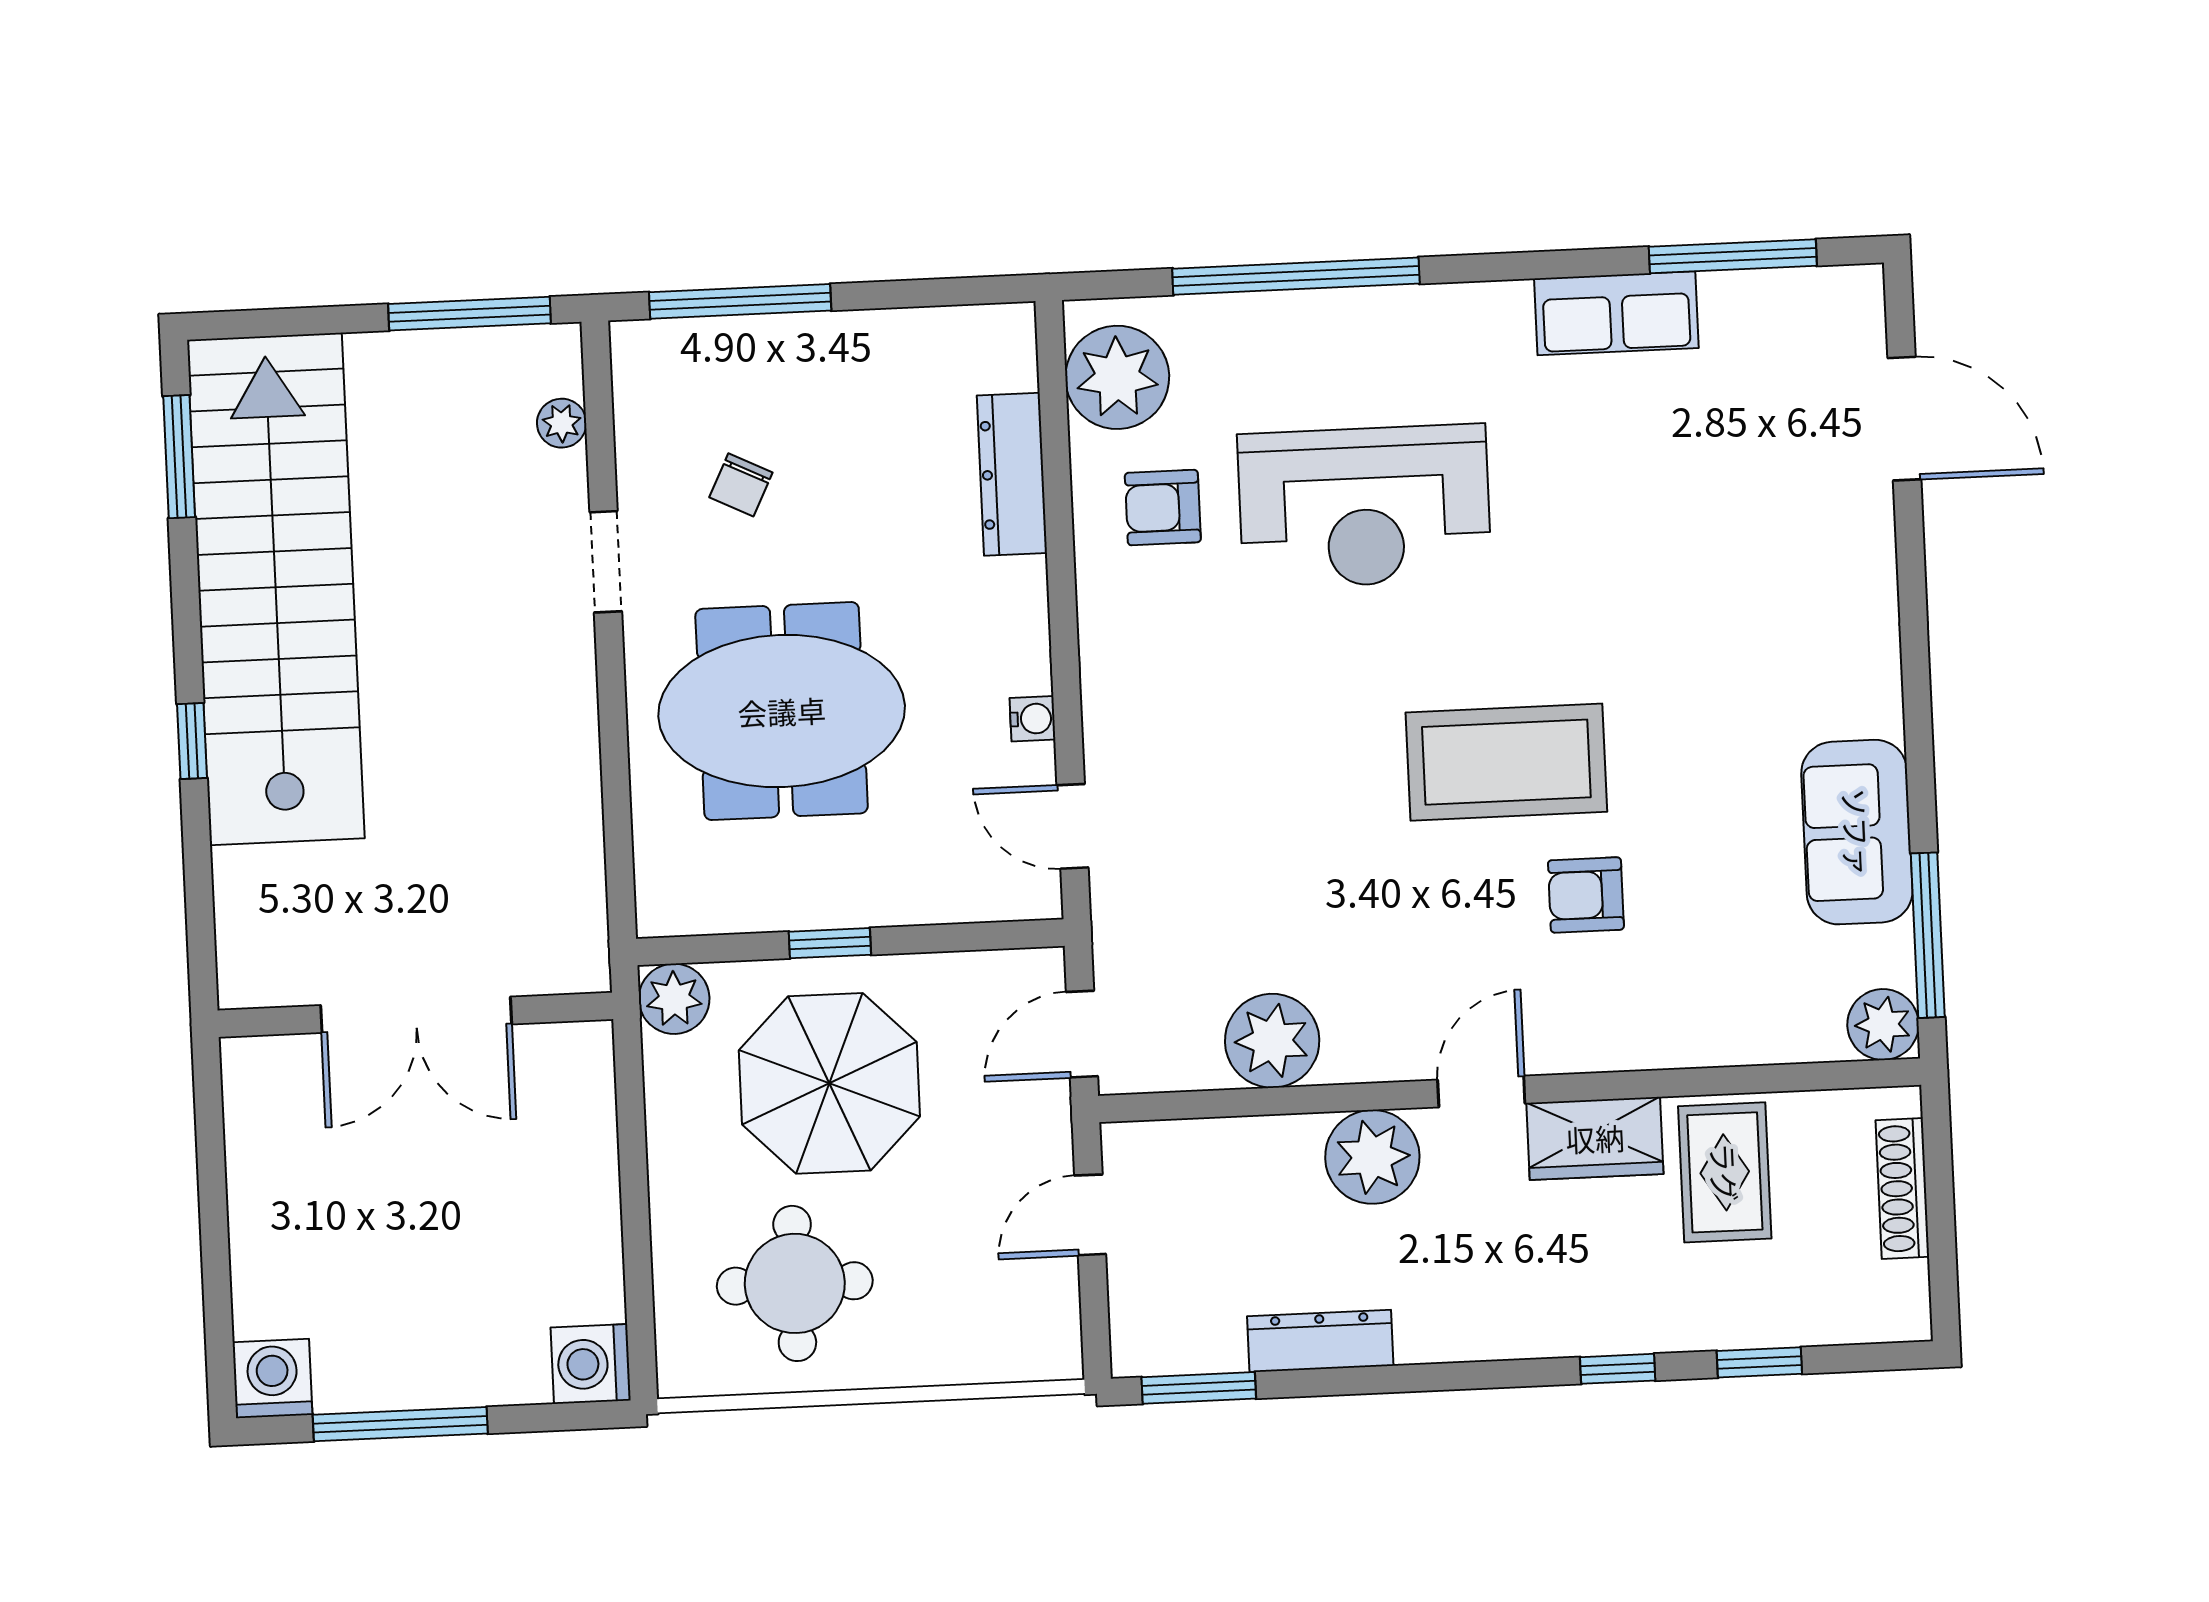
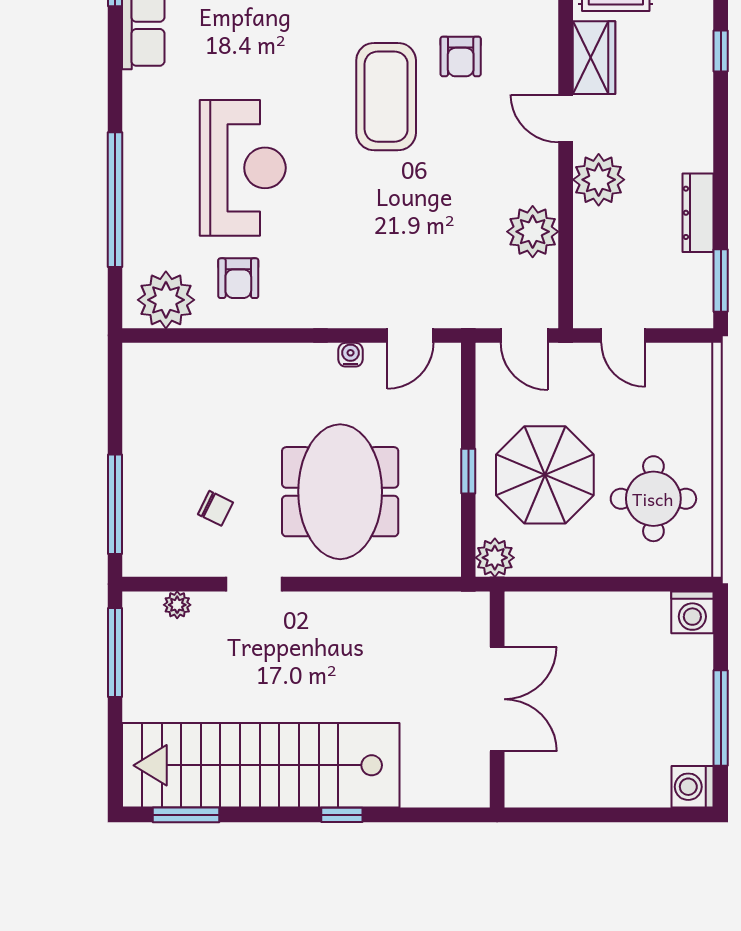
dresser: (1012, 474) -> (216, 360), removed

